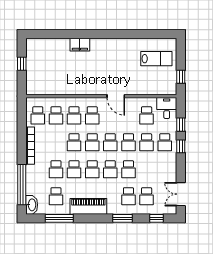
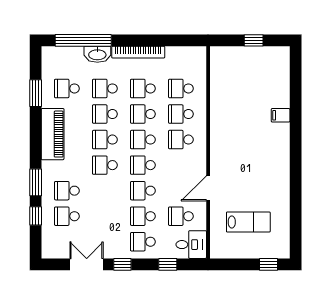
filing cabinet: (80, 45) -> (281, 115), width x0.50
lab bench: (156, 59) -> (248, 222), moved, turned -90
window: (181, 77) -> (269, 264), moved
door: (116, 96) -> (208, 188), moved
school desk: (38, 115) -> (143, 88), moved
window: (181, 146) -> (122, 264), moved
school desk: (128, 169) -> (105, 191), removed
double door: (181, 194) -> (87, 264), moved
washbasin: (32, 205) -> (97, 54), moved
window: (59, 218) -> (36, 93), width x0.69
window: (157, 218) -> (36, 216), moved

